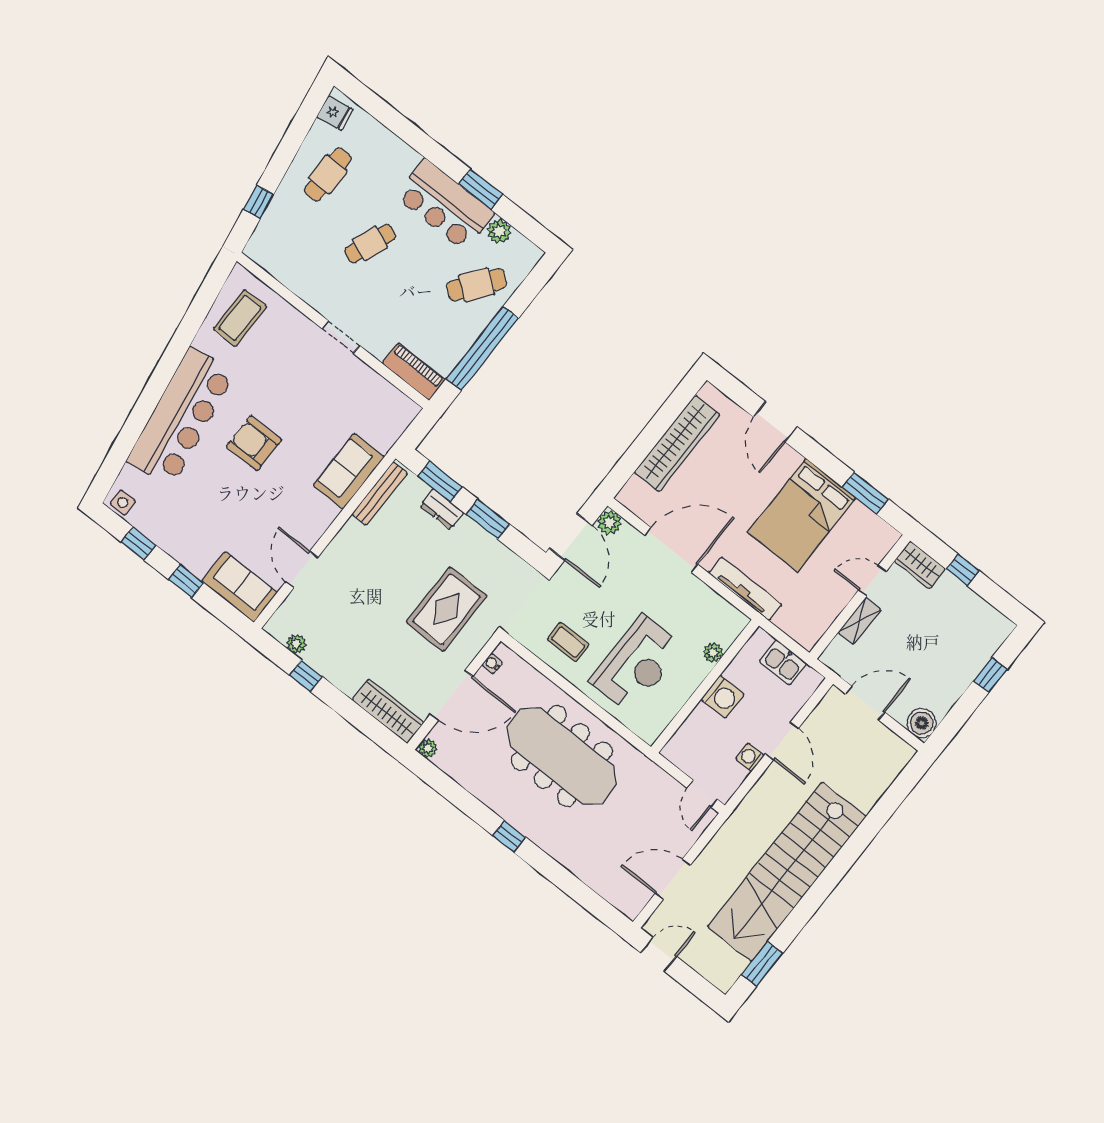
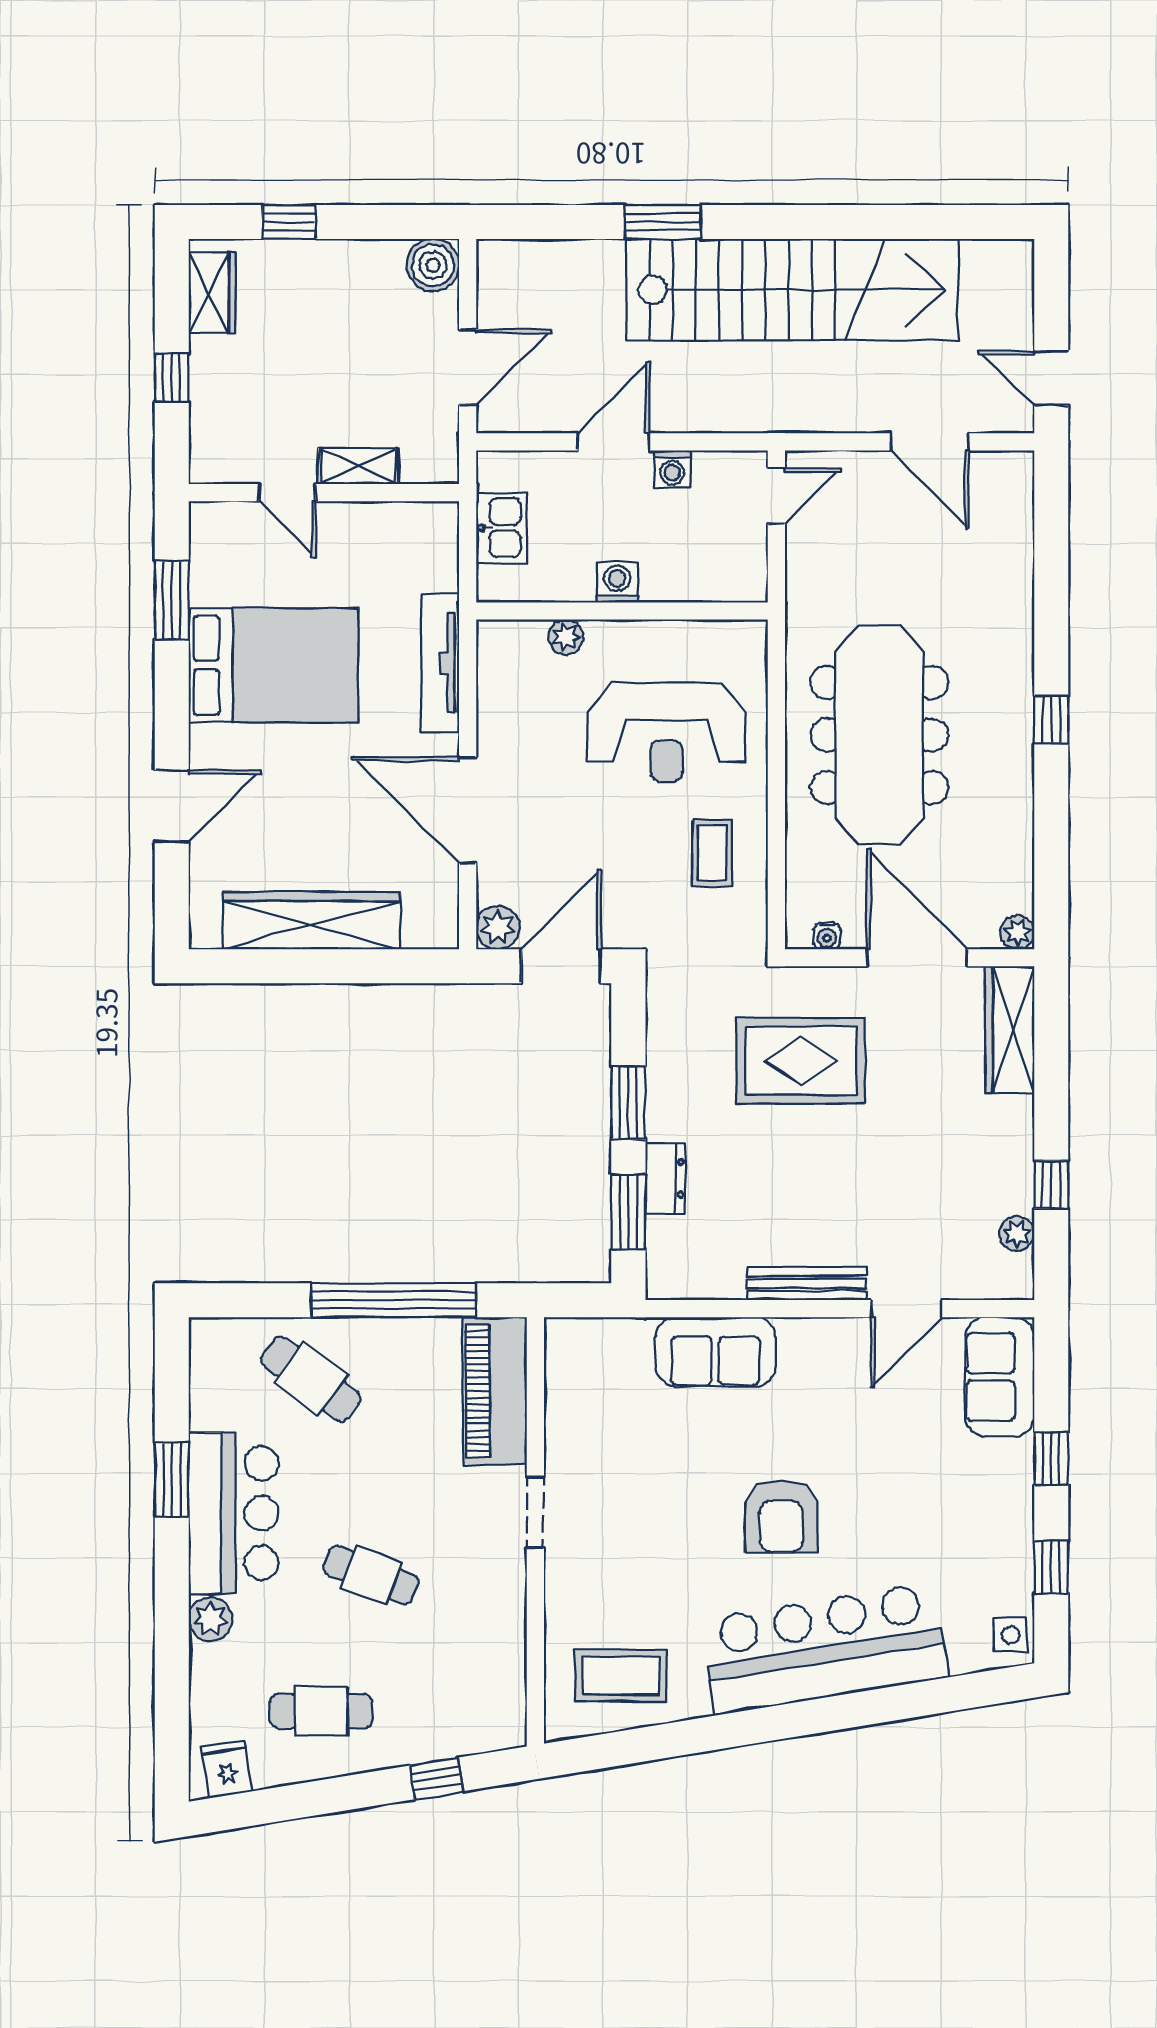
plant: (499, 231) -> (210, 1619), moved
piano: (414, 371) -> (495, 1391), width x1.37, depth x1.33
bench: (380, 494) -> (807, 1283), moved
wardrobe: (920, 565) -> (212, 293), moved
reception desk: (637, 664) -> (666, 732), turned 180
washing machine: (723, 697) -> (617, 582), width x0.73, depth x0.73
door: (865, 703) -> (468, 367), swing flipped
window: (762, 964) -> (663, 222), moved

